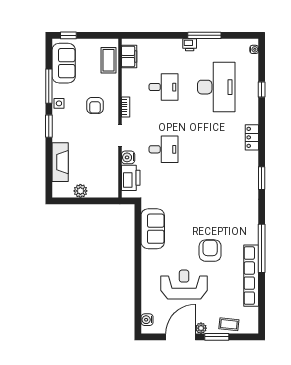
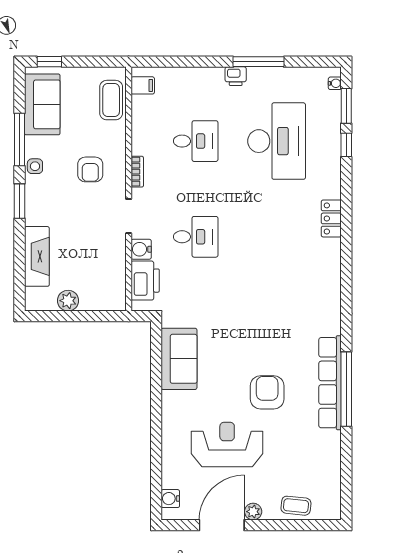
filing cabinet: (129, 56) -> (143, 85), width x0.50
window: (262, 178) -> (346, 106), moved
row of seats: (251, 276) -> (330, 383), moved
window: (217, 337) -> (277, 525), removed

